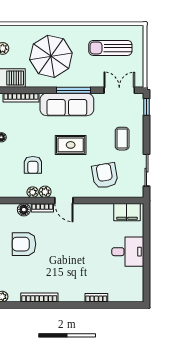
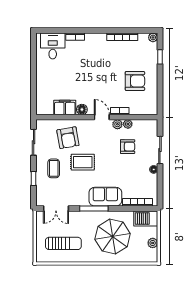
sofa: (67, 104) -> (105, 197), width x0.73
window: (146, 107) -> (34, 178), moved
rug: (71, 145) -> (83, 162), moved
armchair: (33, 165) -> (128, 147), turned 90
floor lamp: (24, 210) -> (82, 109), moved
filing cabinet: (127, 212) -> (65, 107), moved
desk: (128, 252) -> (53, 46), moved, turned 90

